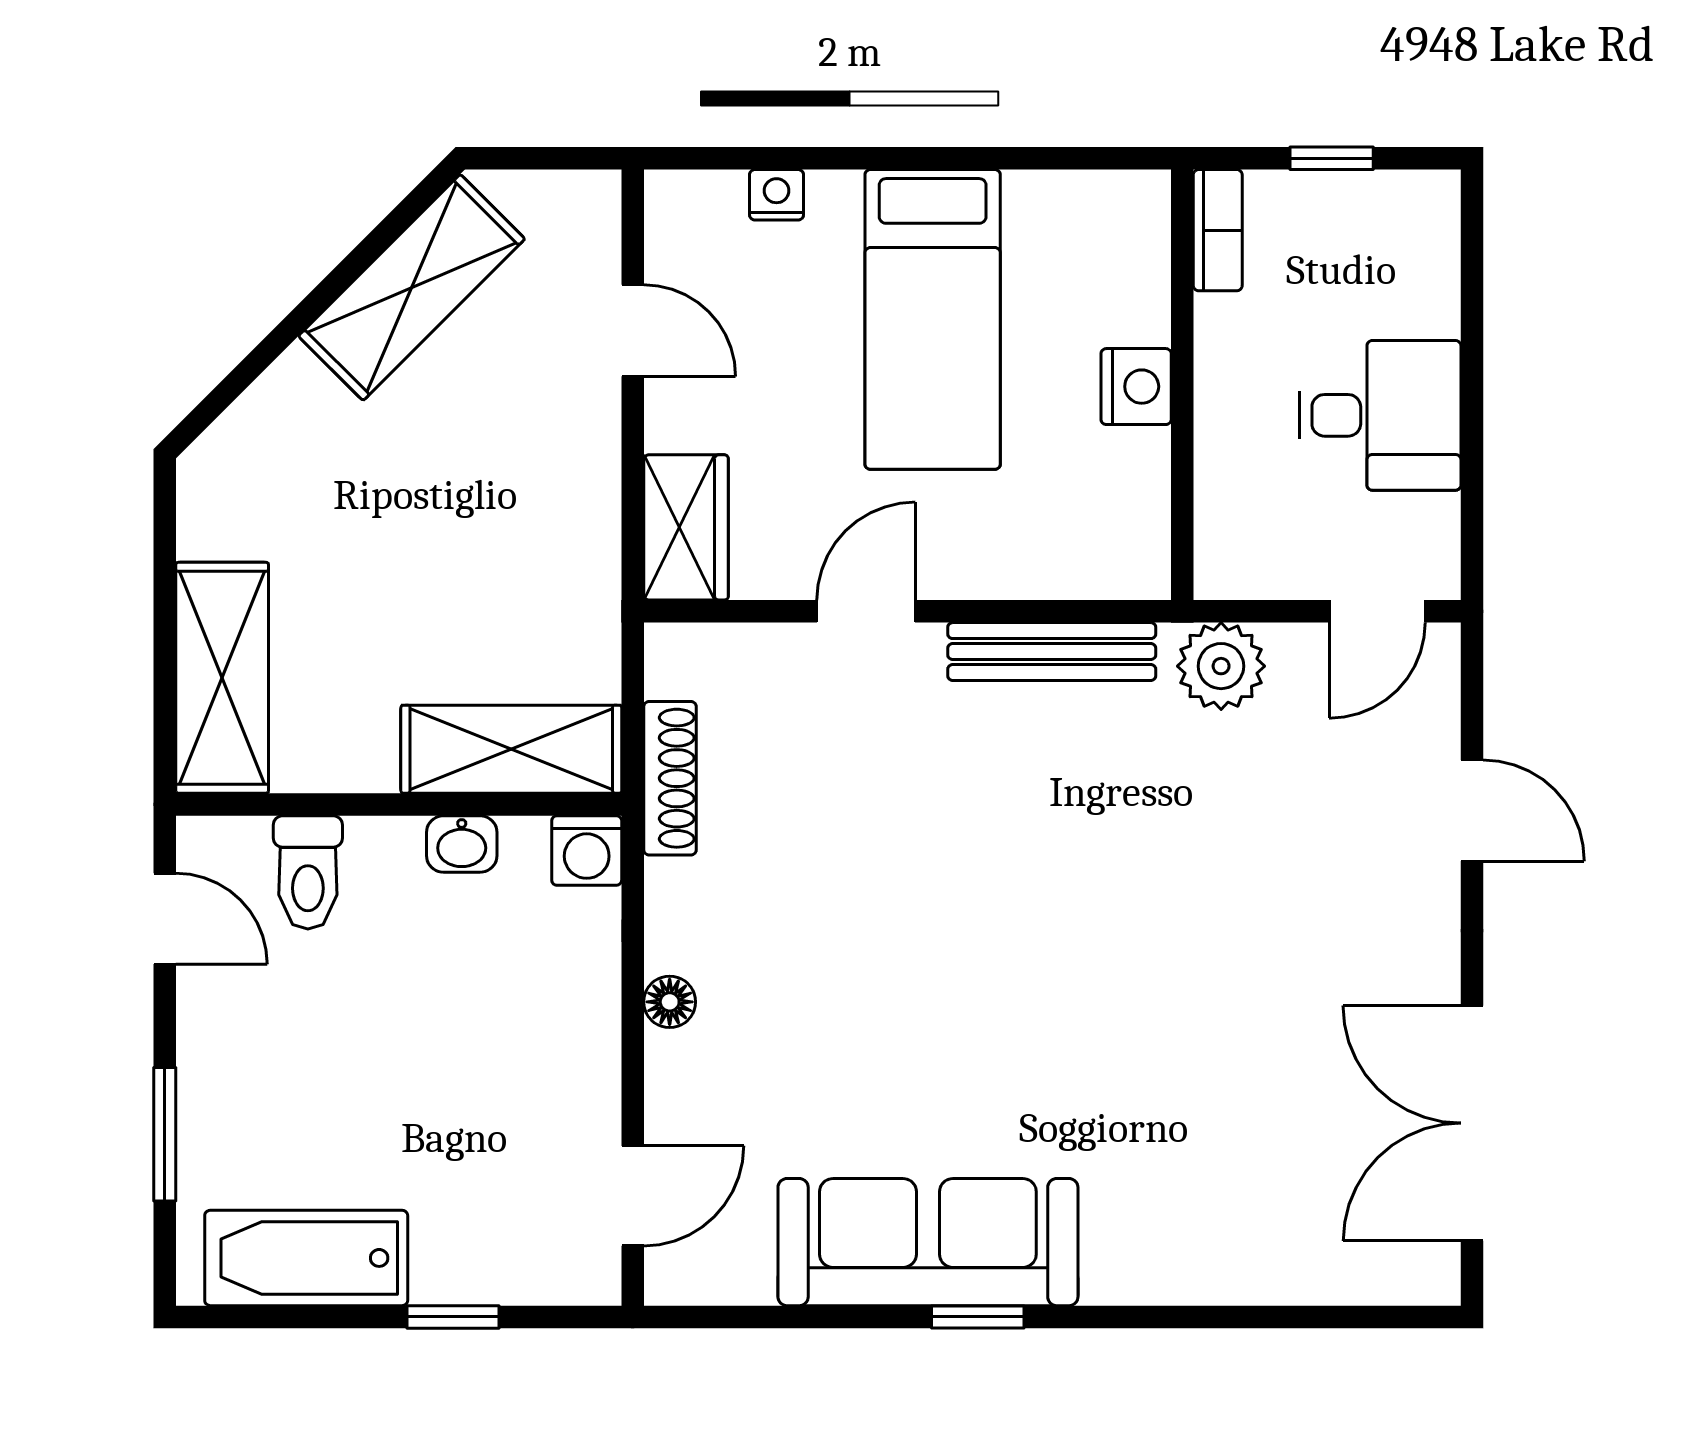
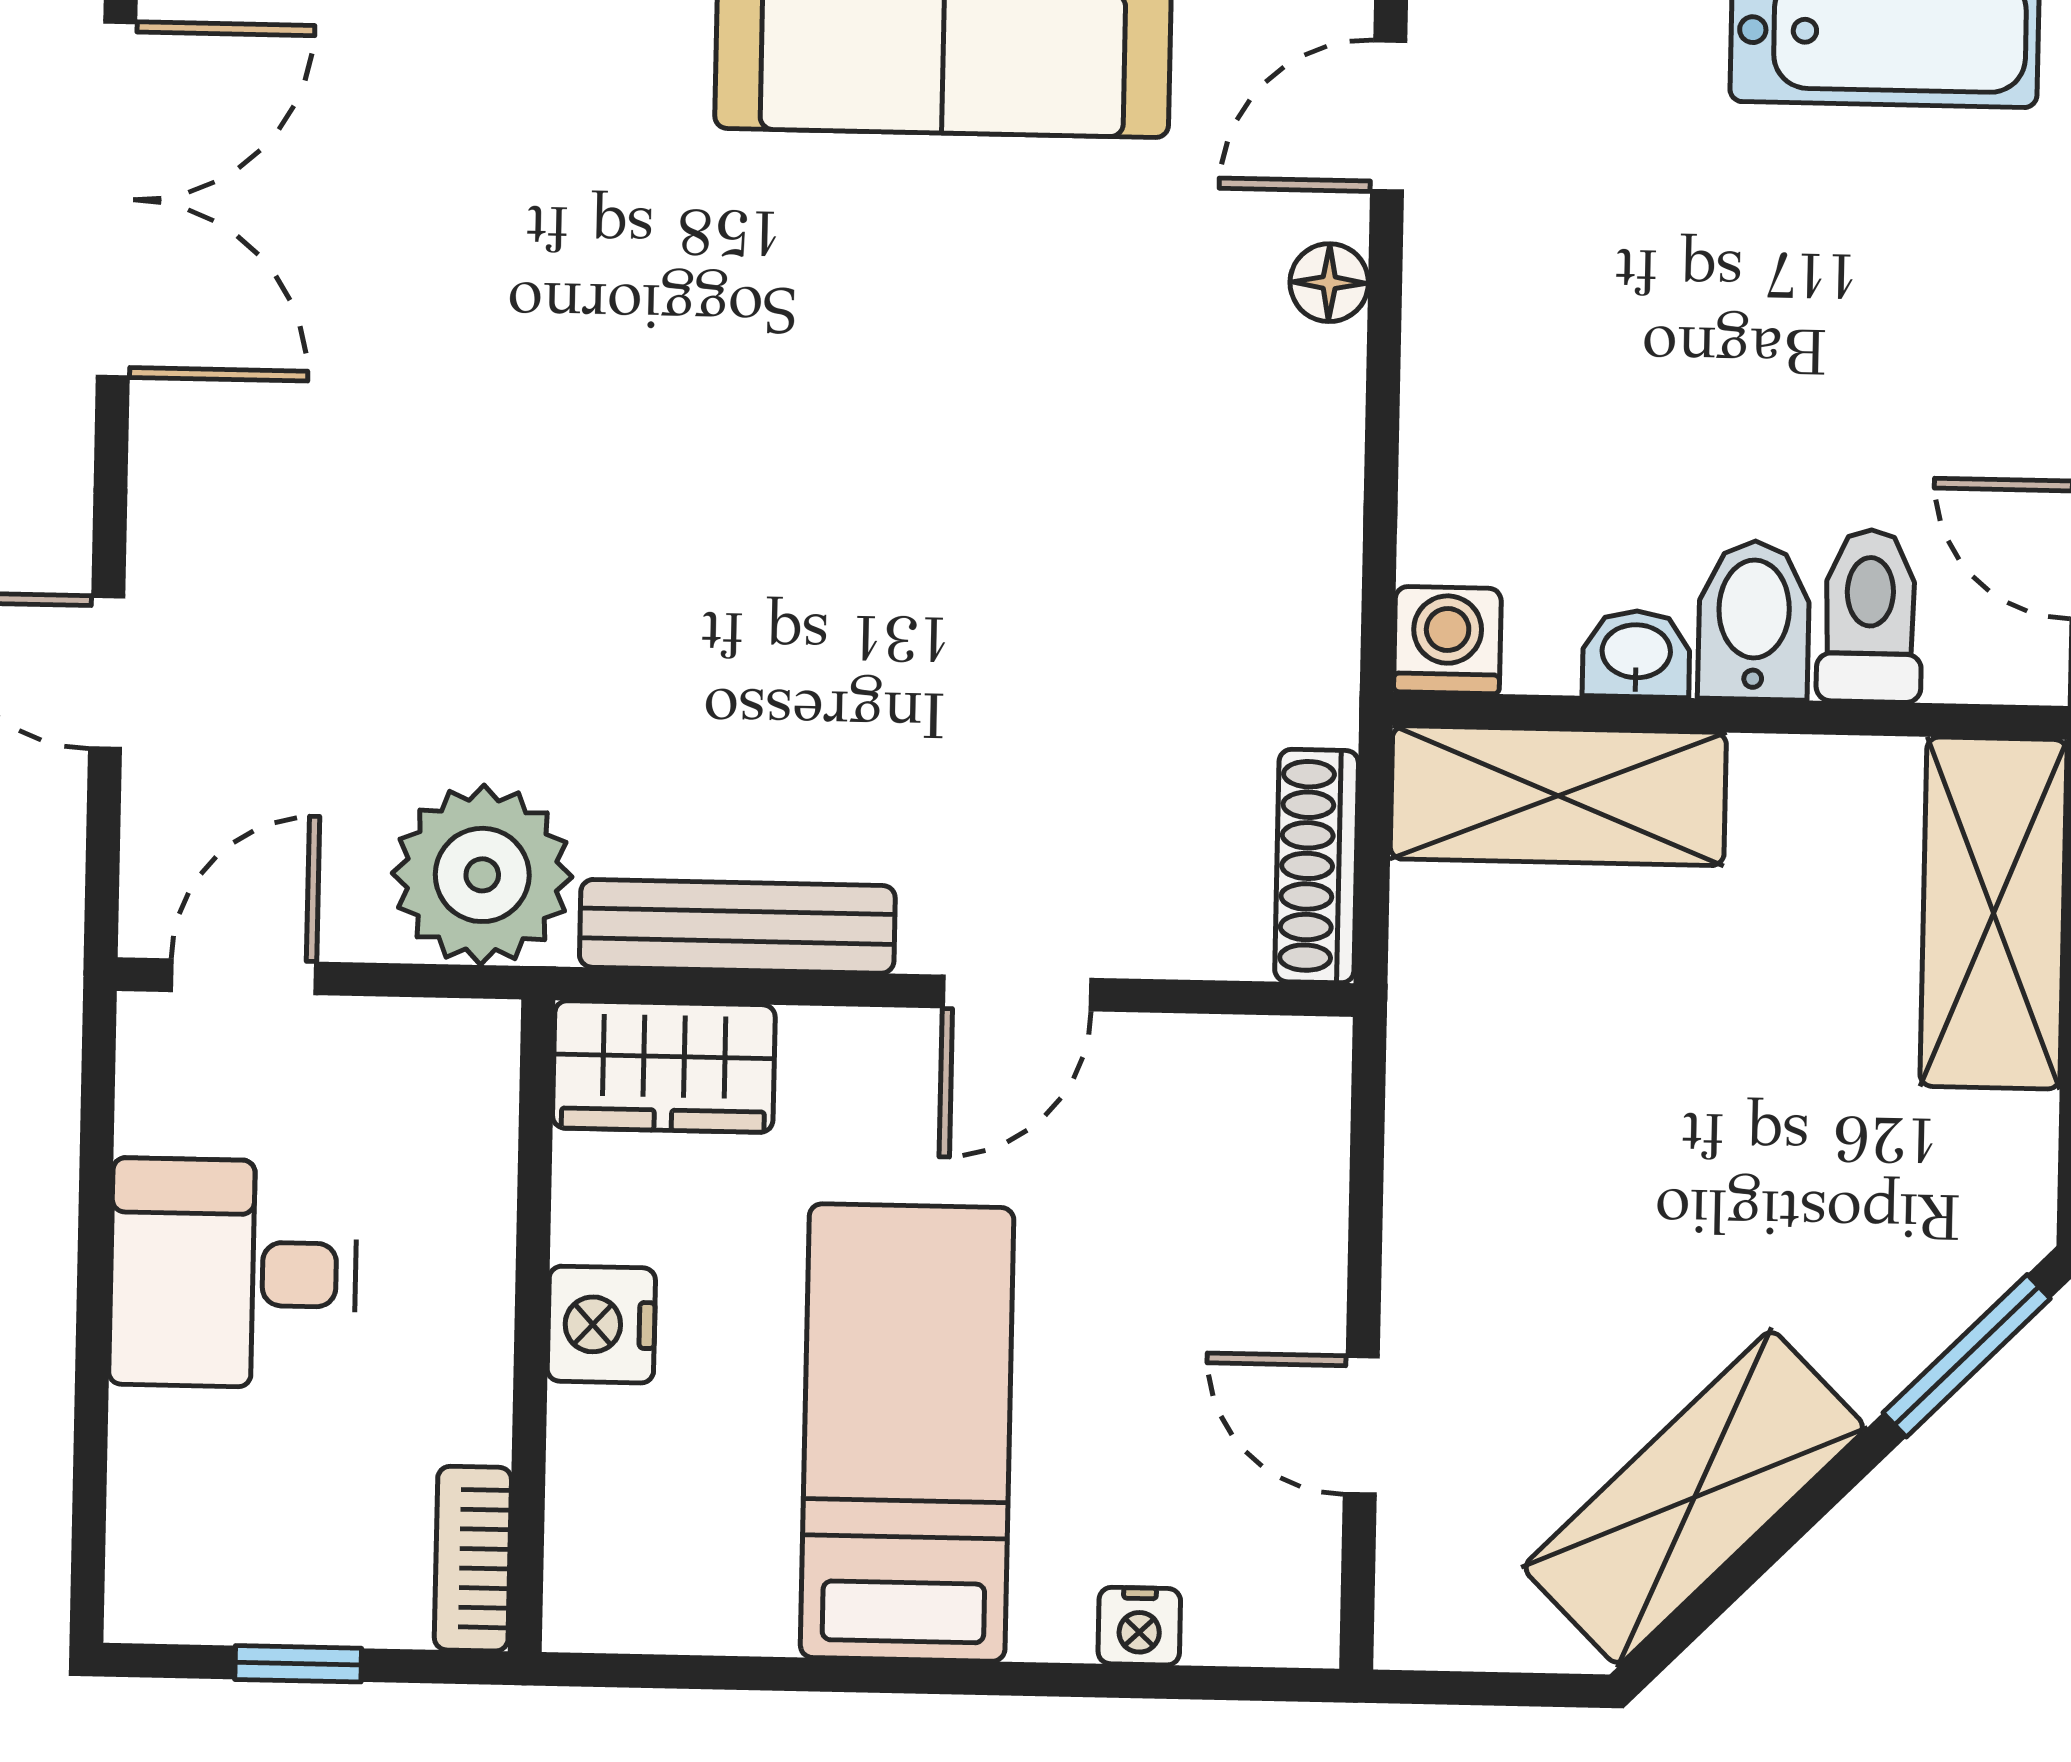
window: (234, 385) -> (1967, 1356), added
wardrobe: (686, 527) -> (664, 1066), moved, turned -90
plant: (1221, 666) -> (482, 875), width x1.36, depth x1.36
shoe rack: (670, 778) -> (1317, 866), moved
bidet: (384, 868) -> (1754, 620), added
floor lamp: (670, 1002) -> (1329, 283), moved

